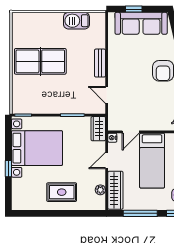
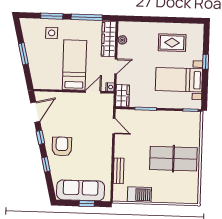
bench: (100, 63) -> (119, 171), moved
bed with nightstands: (37, 148) -> (179, 80), width x0.73
rug: (62, 192) -> (172, 43), moved

